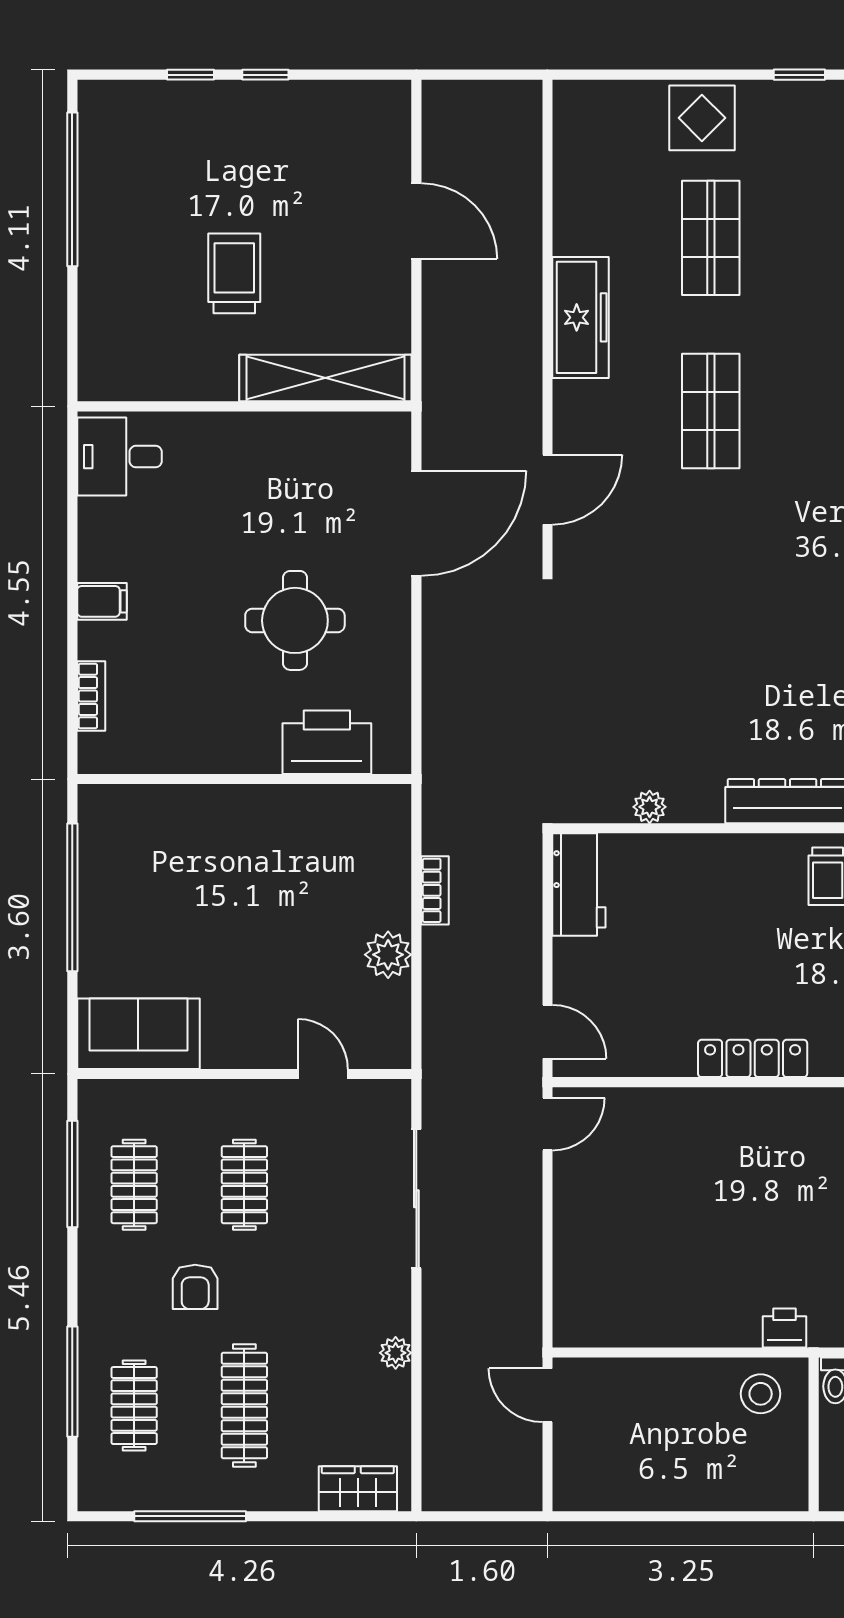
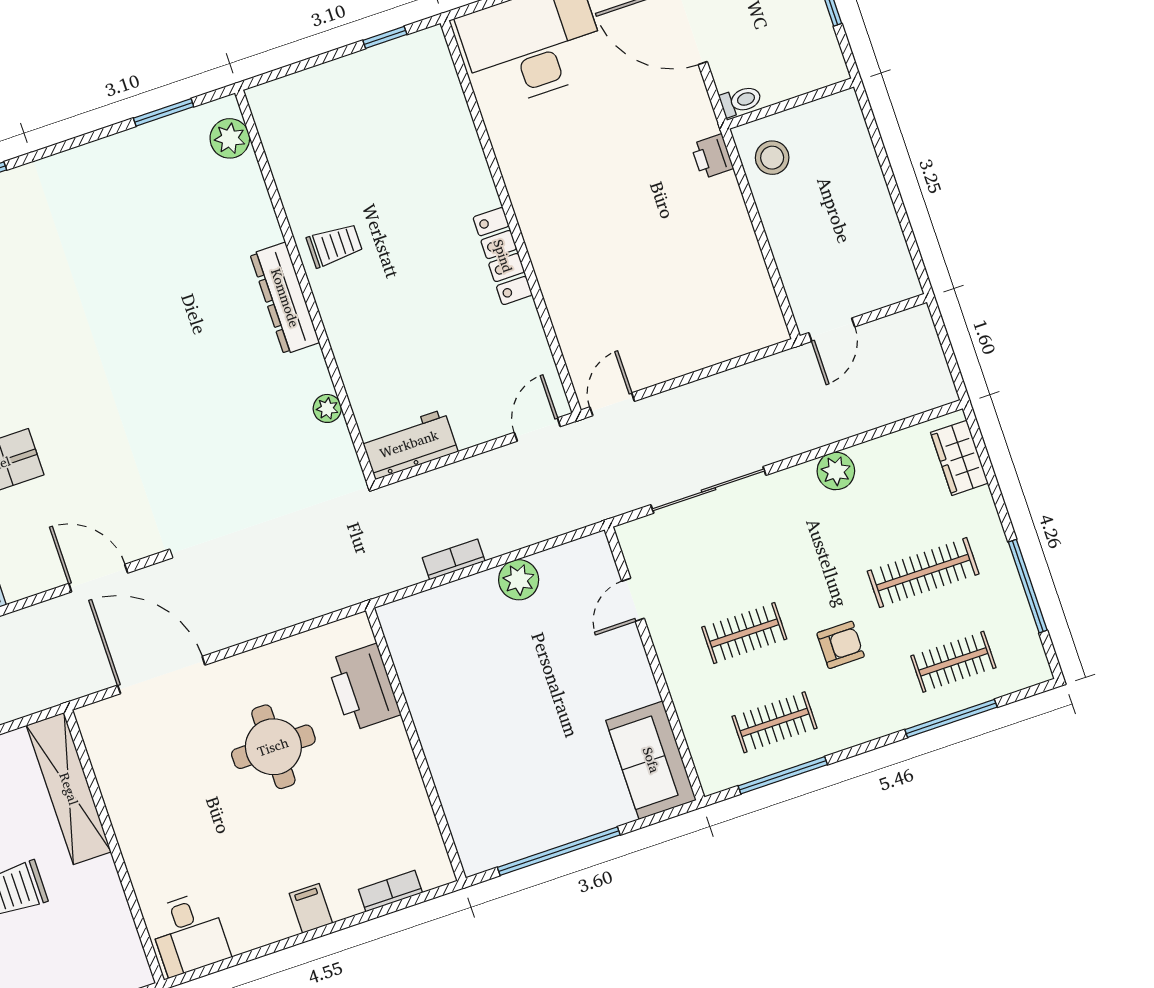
door: (547, 1124) -> (612, 404), hinge flipped
plant: (396, 1353) -> (836, 471), width x1.38, depth x1.38

